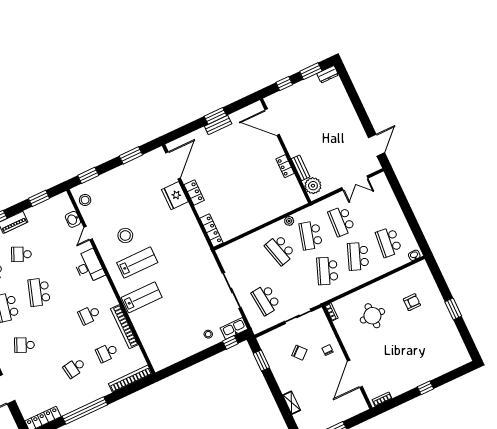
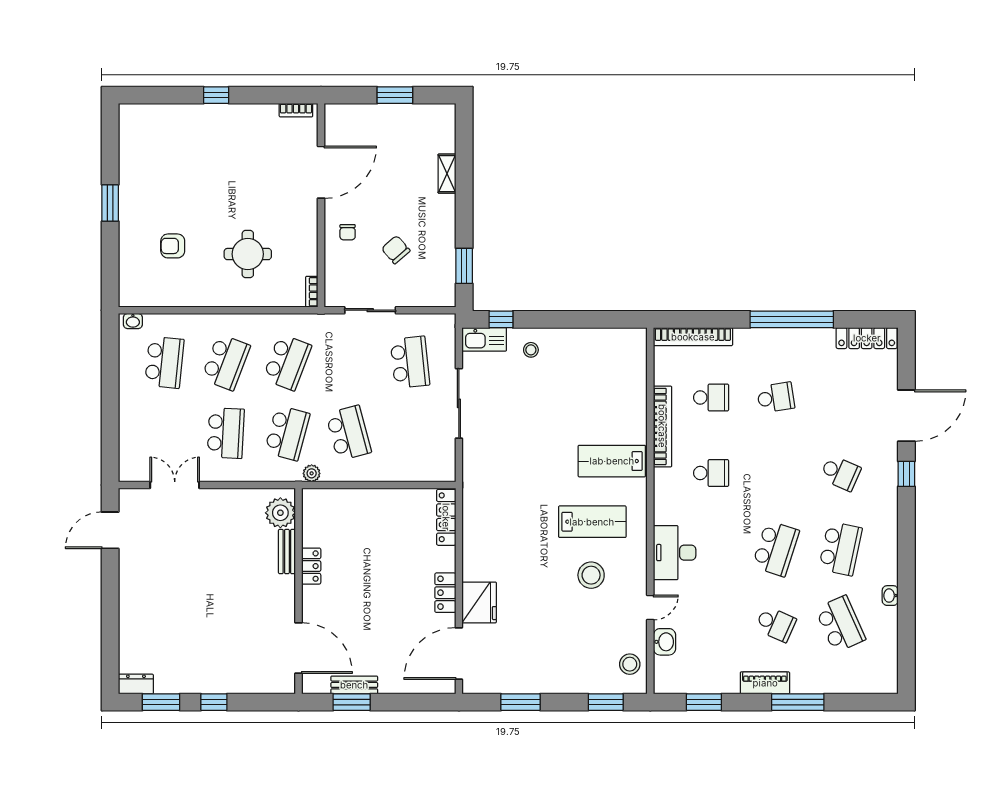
door: (272, 122) -> (298, 648), moved
wall: (286, 151) -> (298, 591), moved
locker: (285, 166) -> (311, 566), moved
bench: (301, 168) -> (287, 552), moved
plant: (313, 186) -> (280, 513), moved
lab bench: (137, 263) -> (592, 522), turned 180

